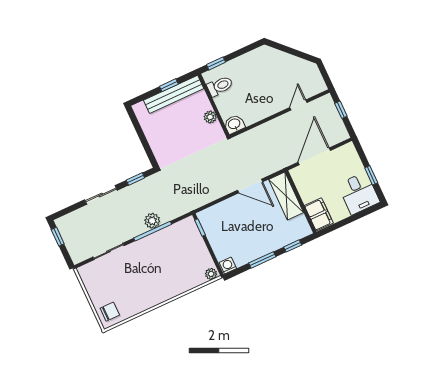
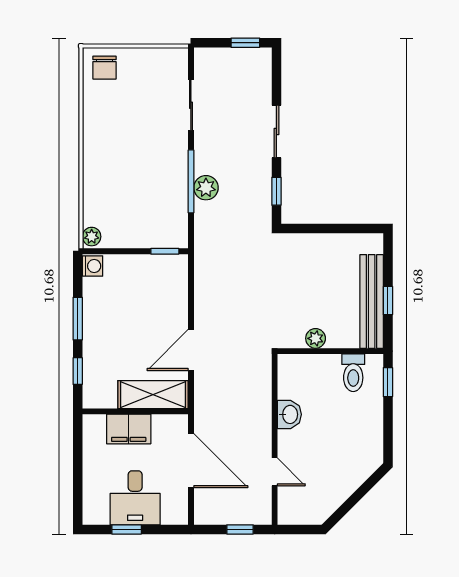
washbasin: (234, 124) -> (289, 414), moved
desk: (359, 193) -> (135, 498), moved, turned -90
filing cabinet: (319, 214) -> (129, 429), moved

